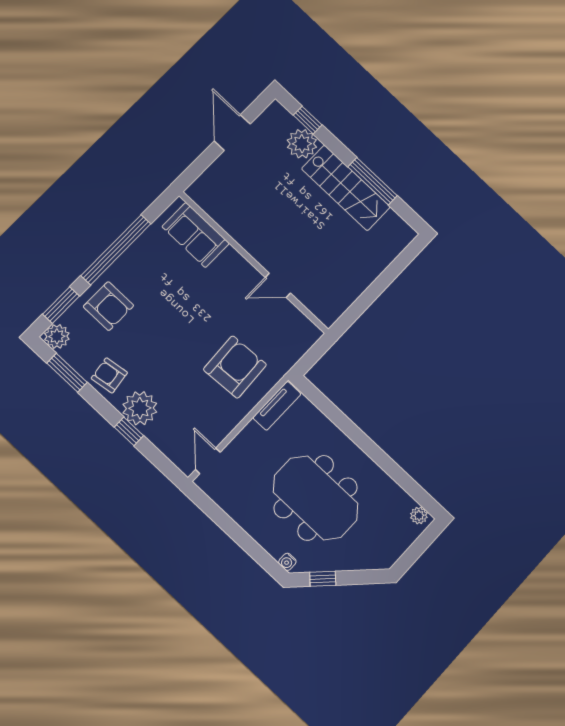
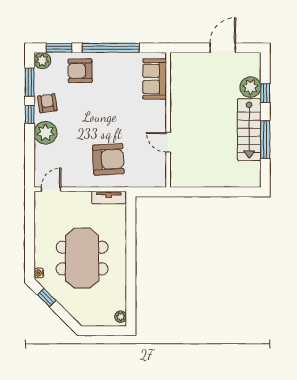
window: (308, 120) -> (265, 93), moved
armchair: (109, 306) -> (80, 71), turned 89
window: (129, 431) -> (30, 114), moved

